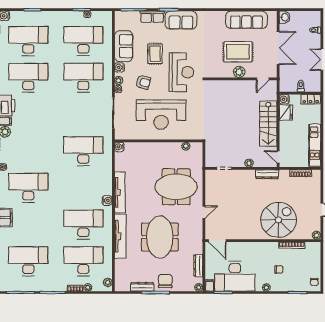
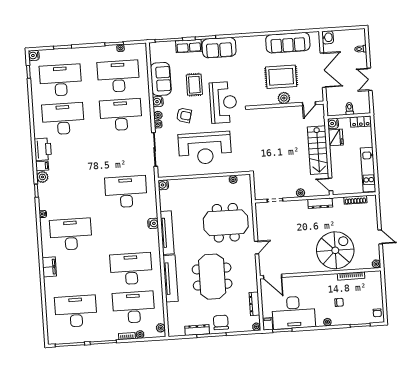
water cooler: (107, 201) -> (153, 223), moved

